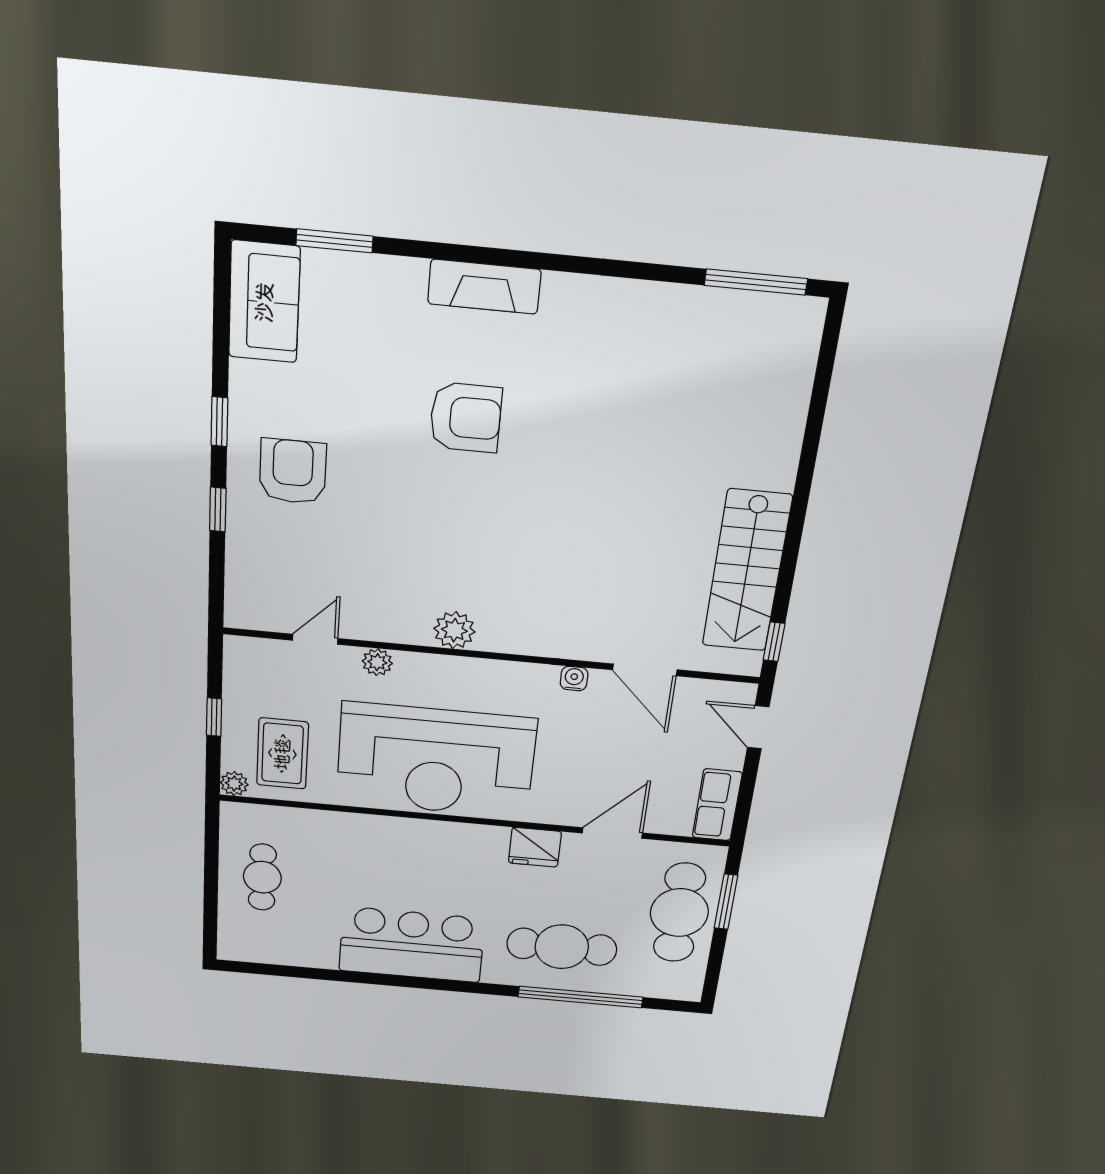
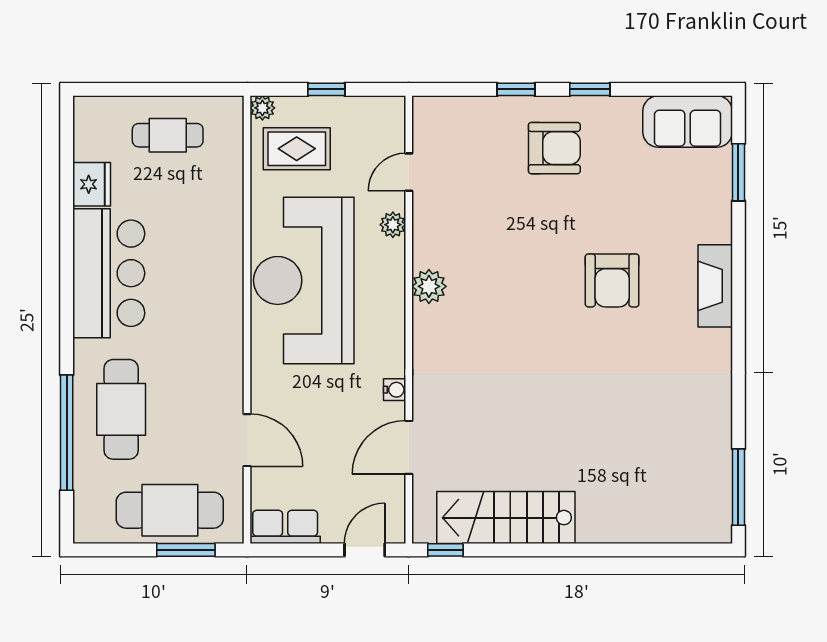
door: (315, 639) -> (409, 172), swing flipped
fridge: (535, 847) -> (92, 184), moved, turned 180

